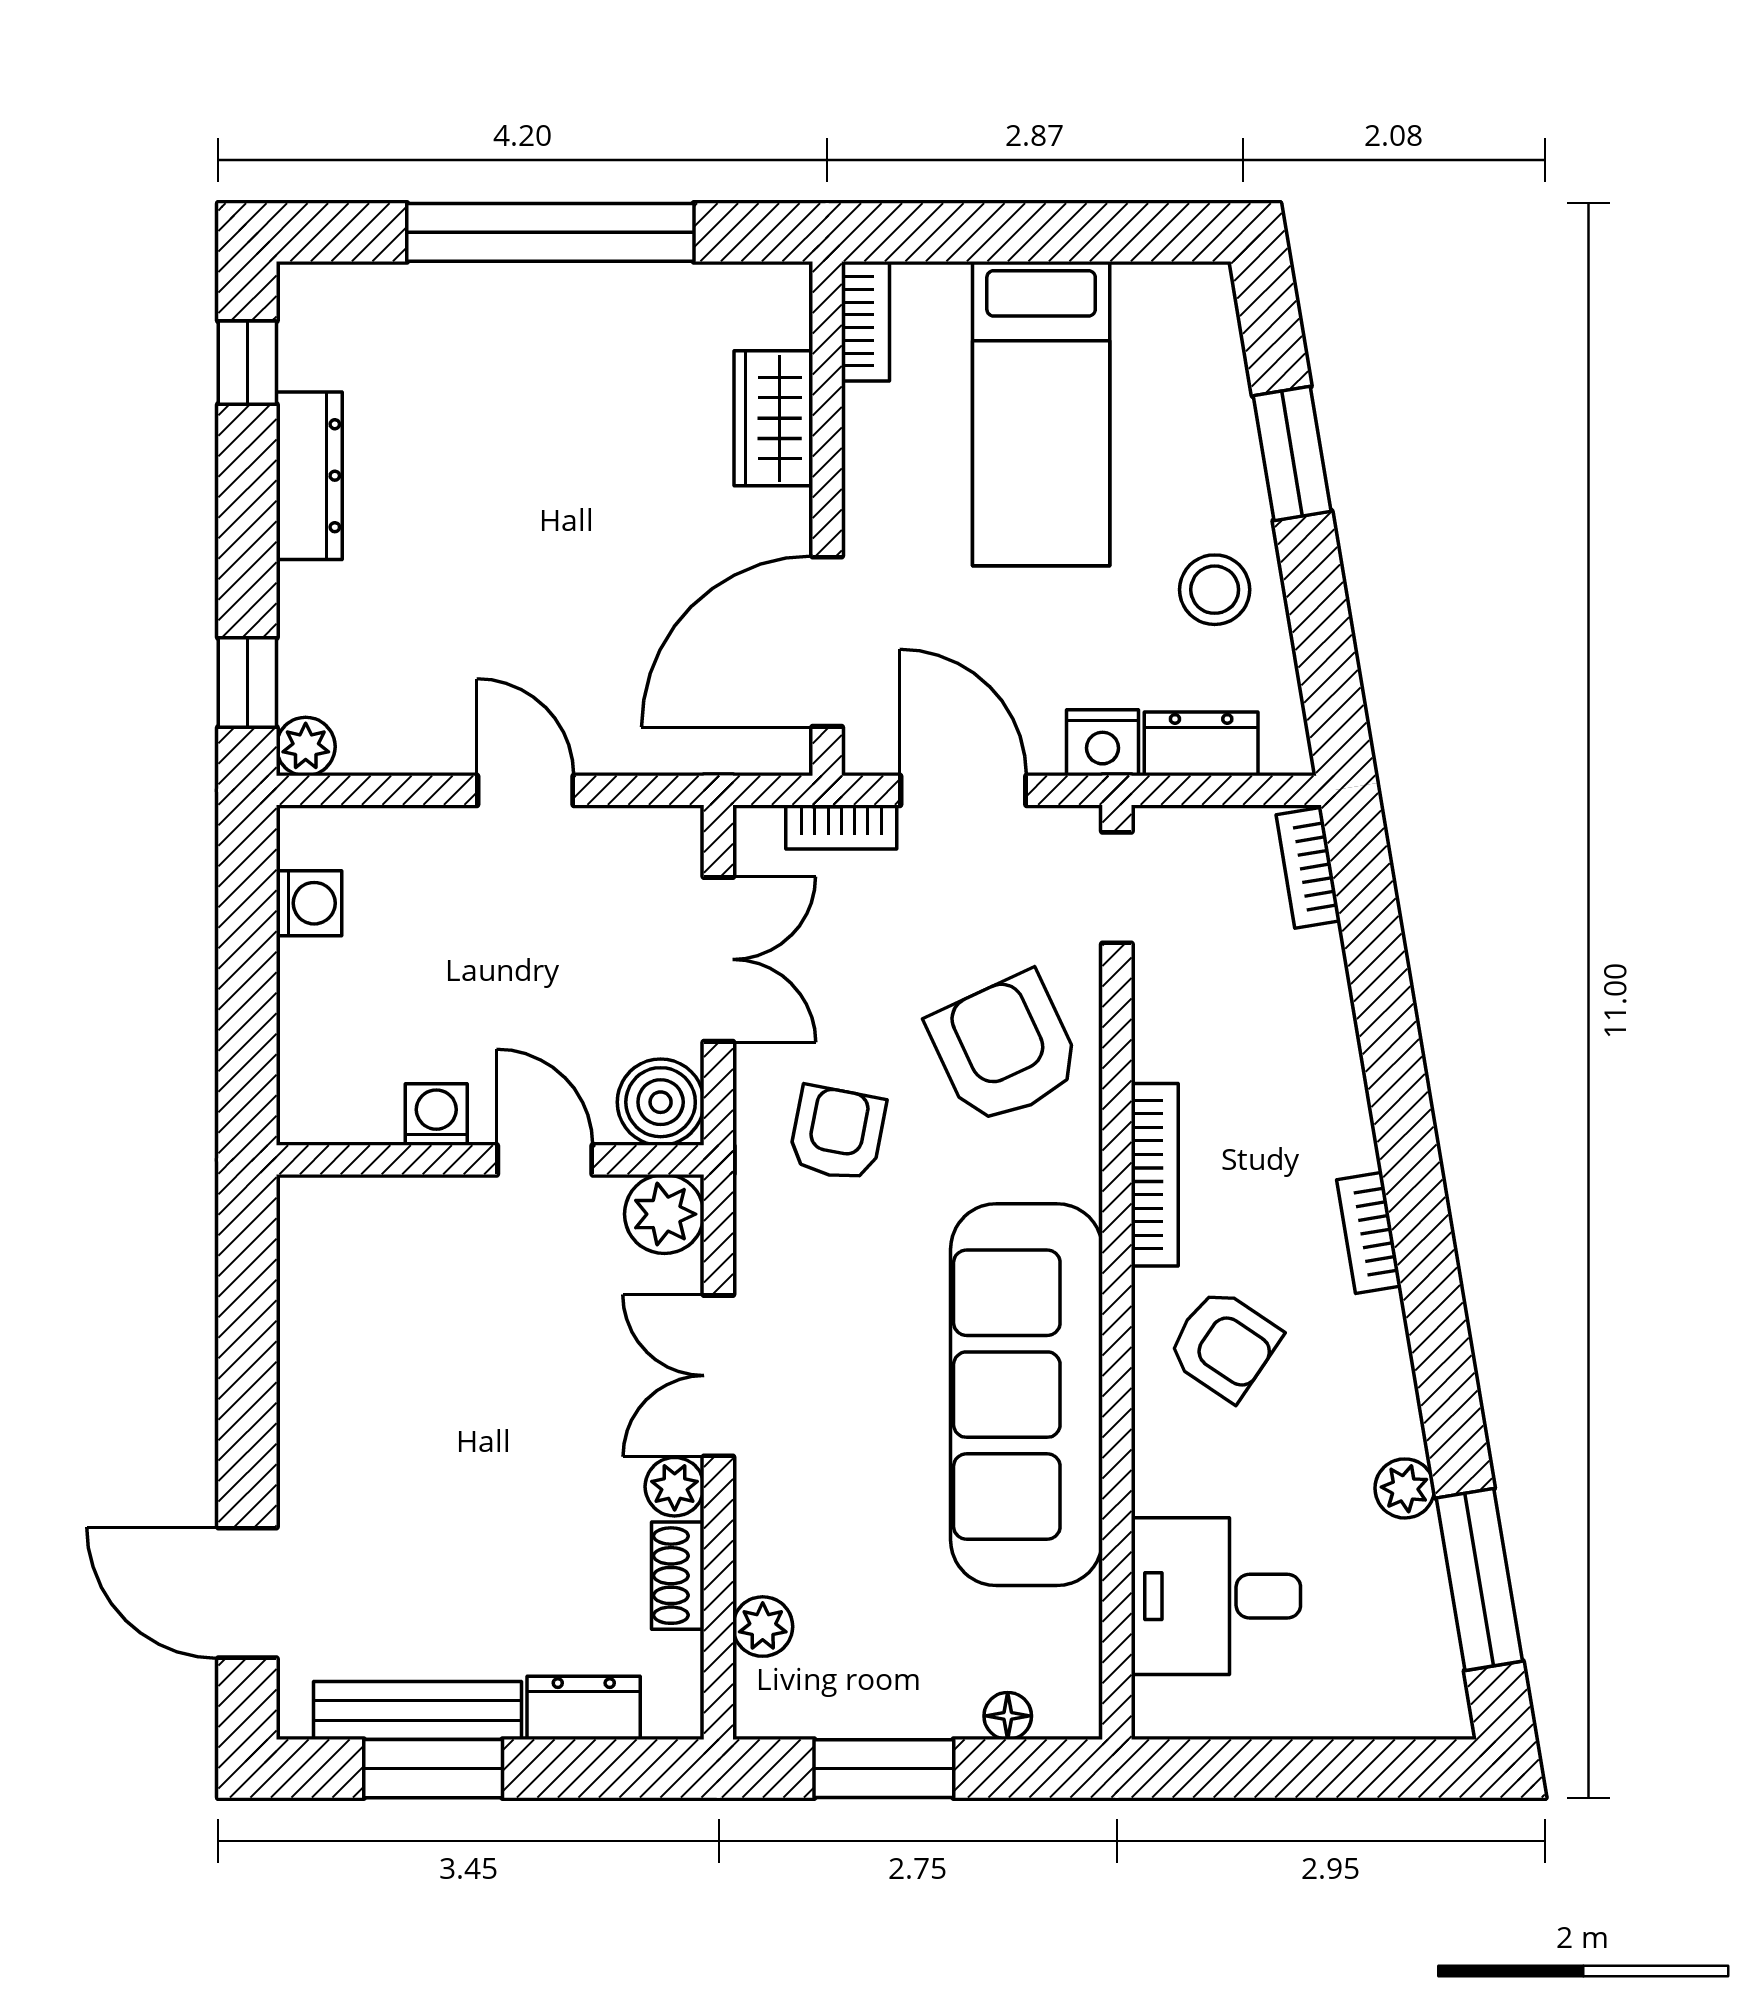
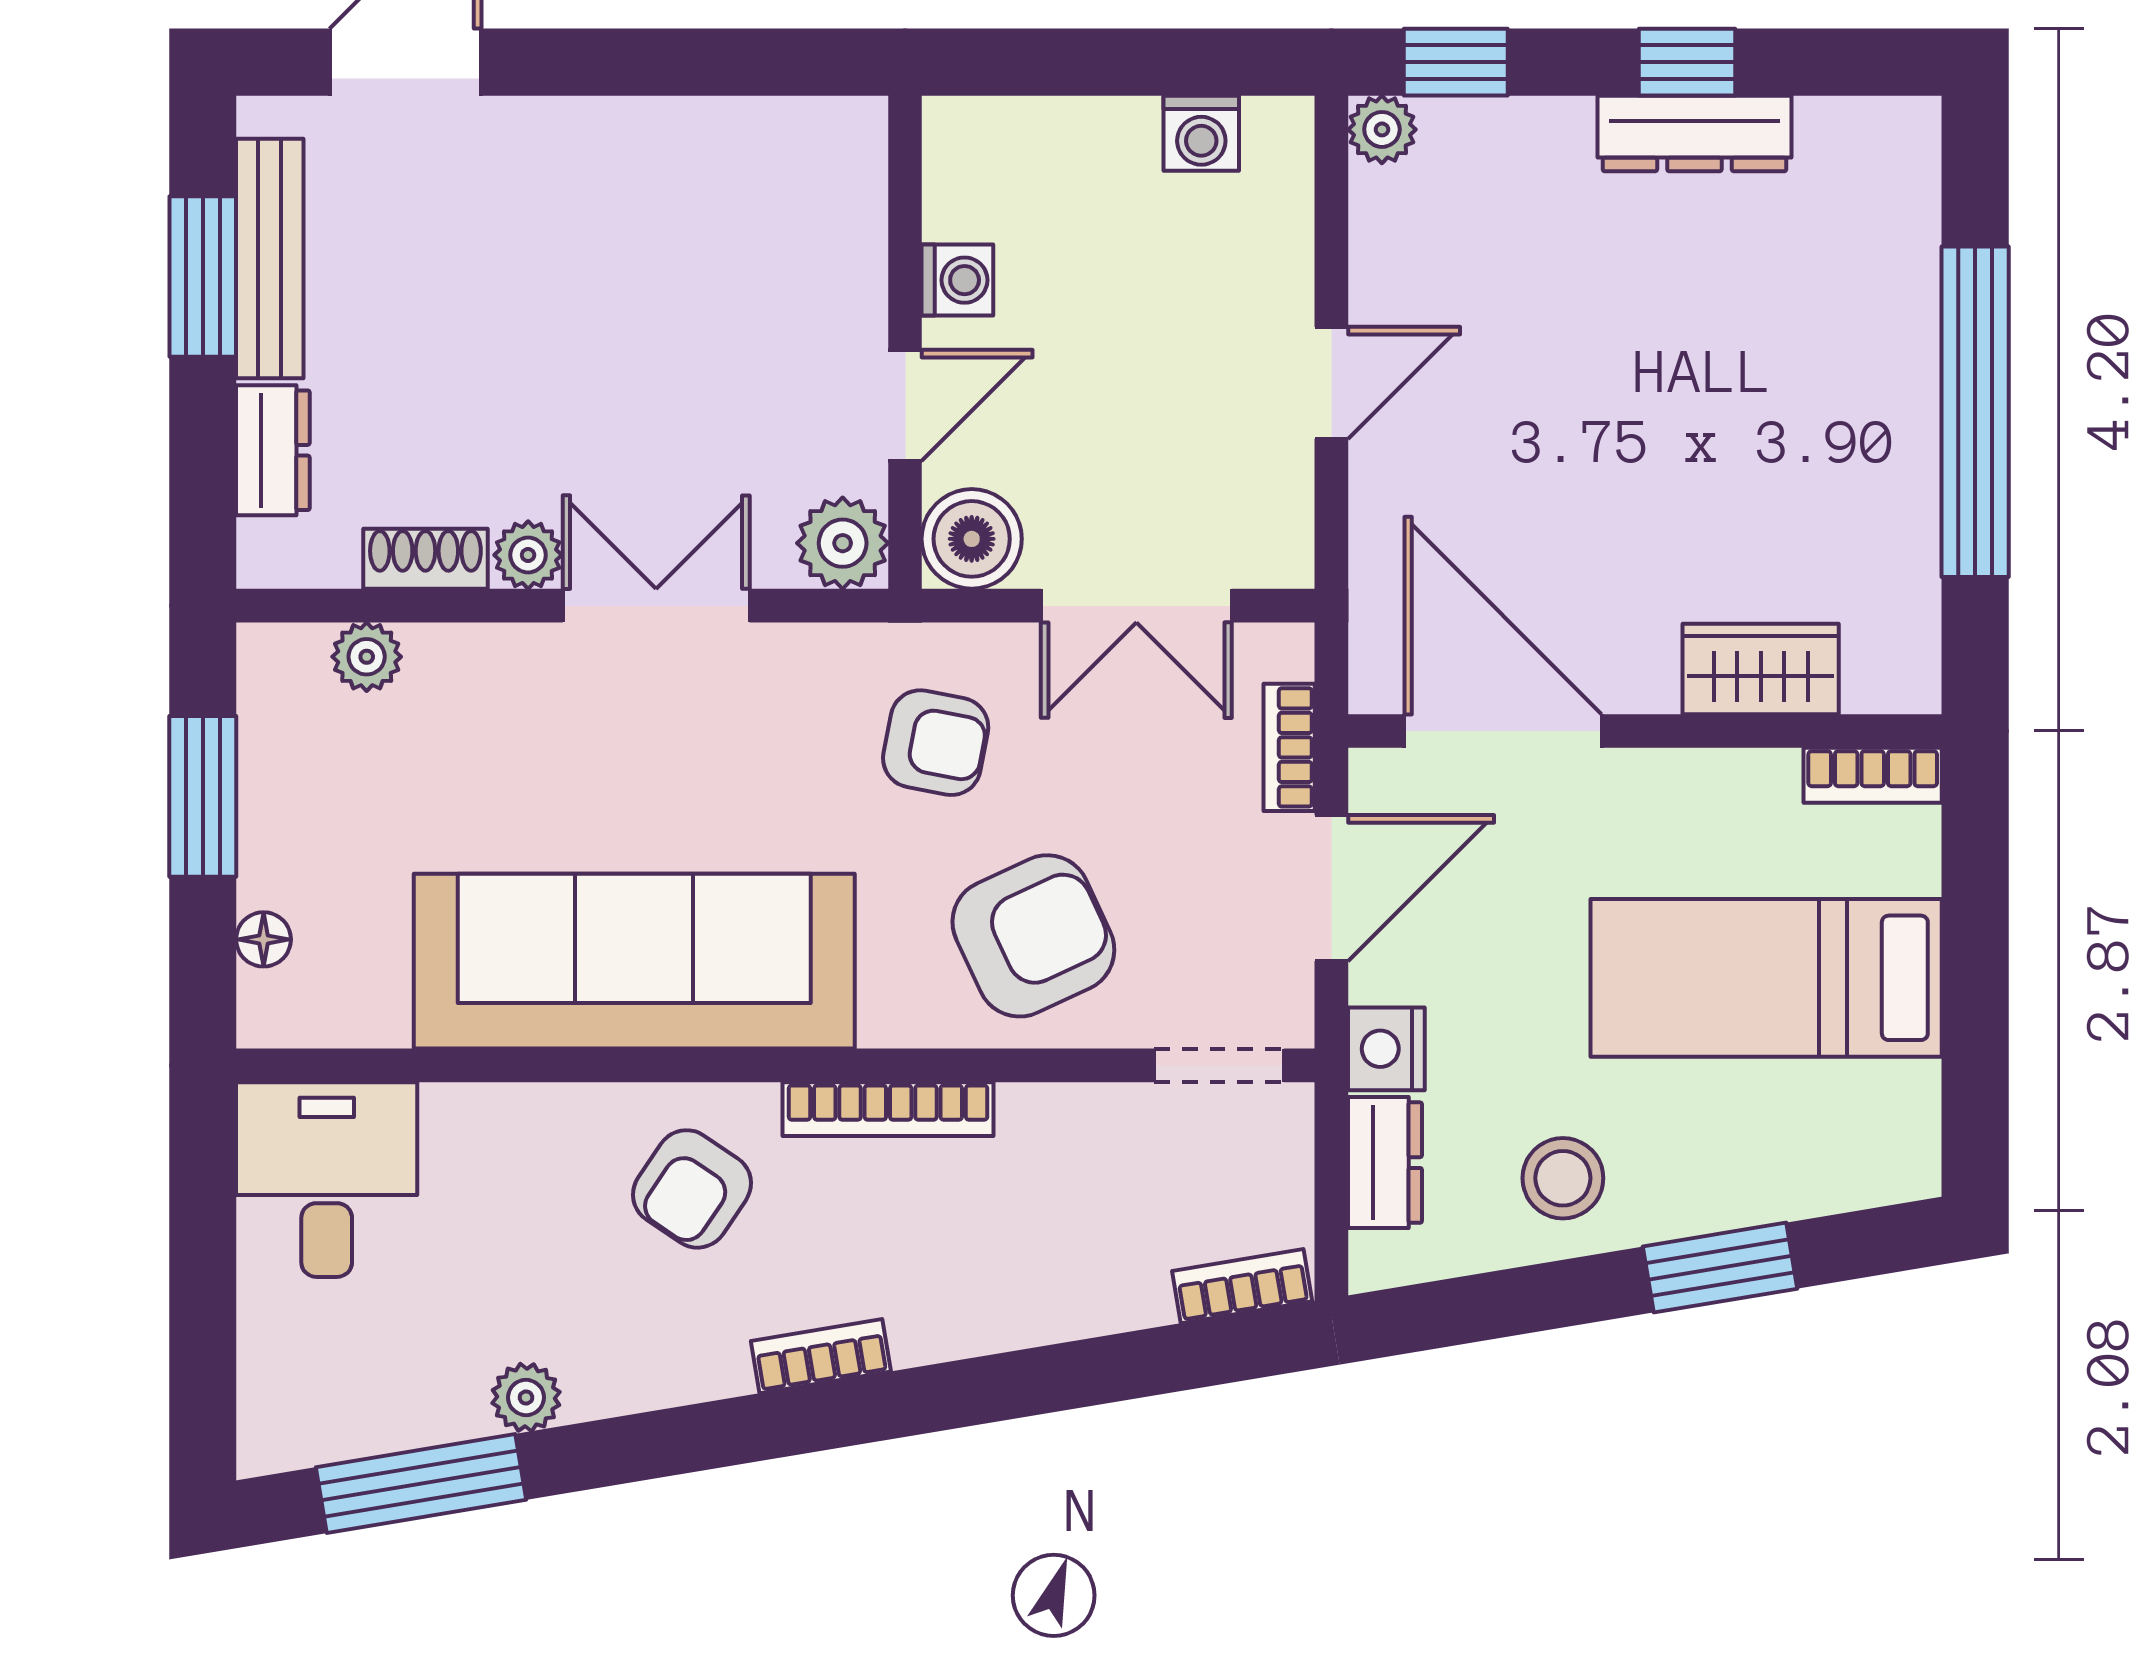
window: (247, 363) -> (1687, 62), moved
desk: (1216, 1596) -> (327, 1180), moved

